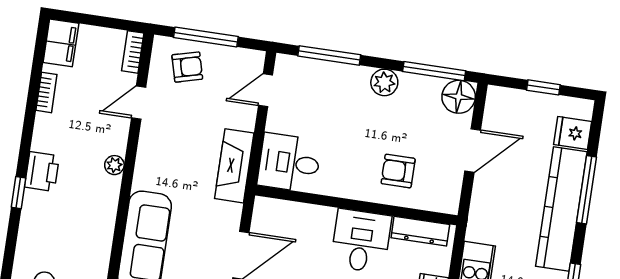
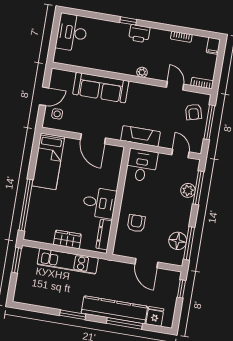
filing cabinet: (61, 43) -> (213, 46), width x0.50
plant: (384, 82) -> (188, 190), moved
window: (543, 87) -> (181, 289), moved
floor lamp: (459, 97) -> (178, 241), moved

